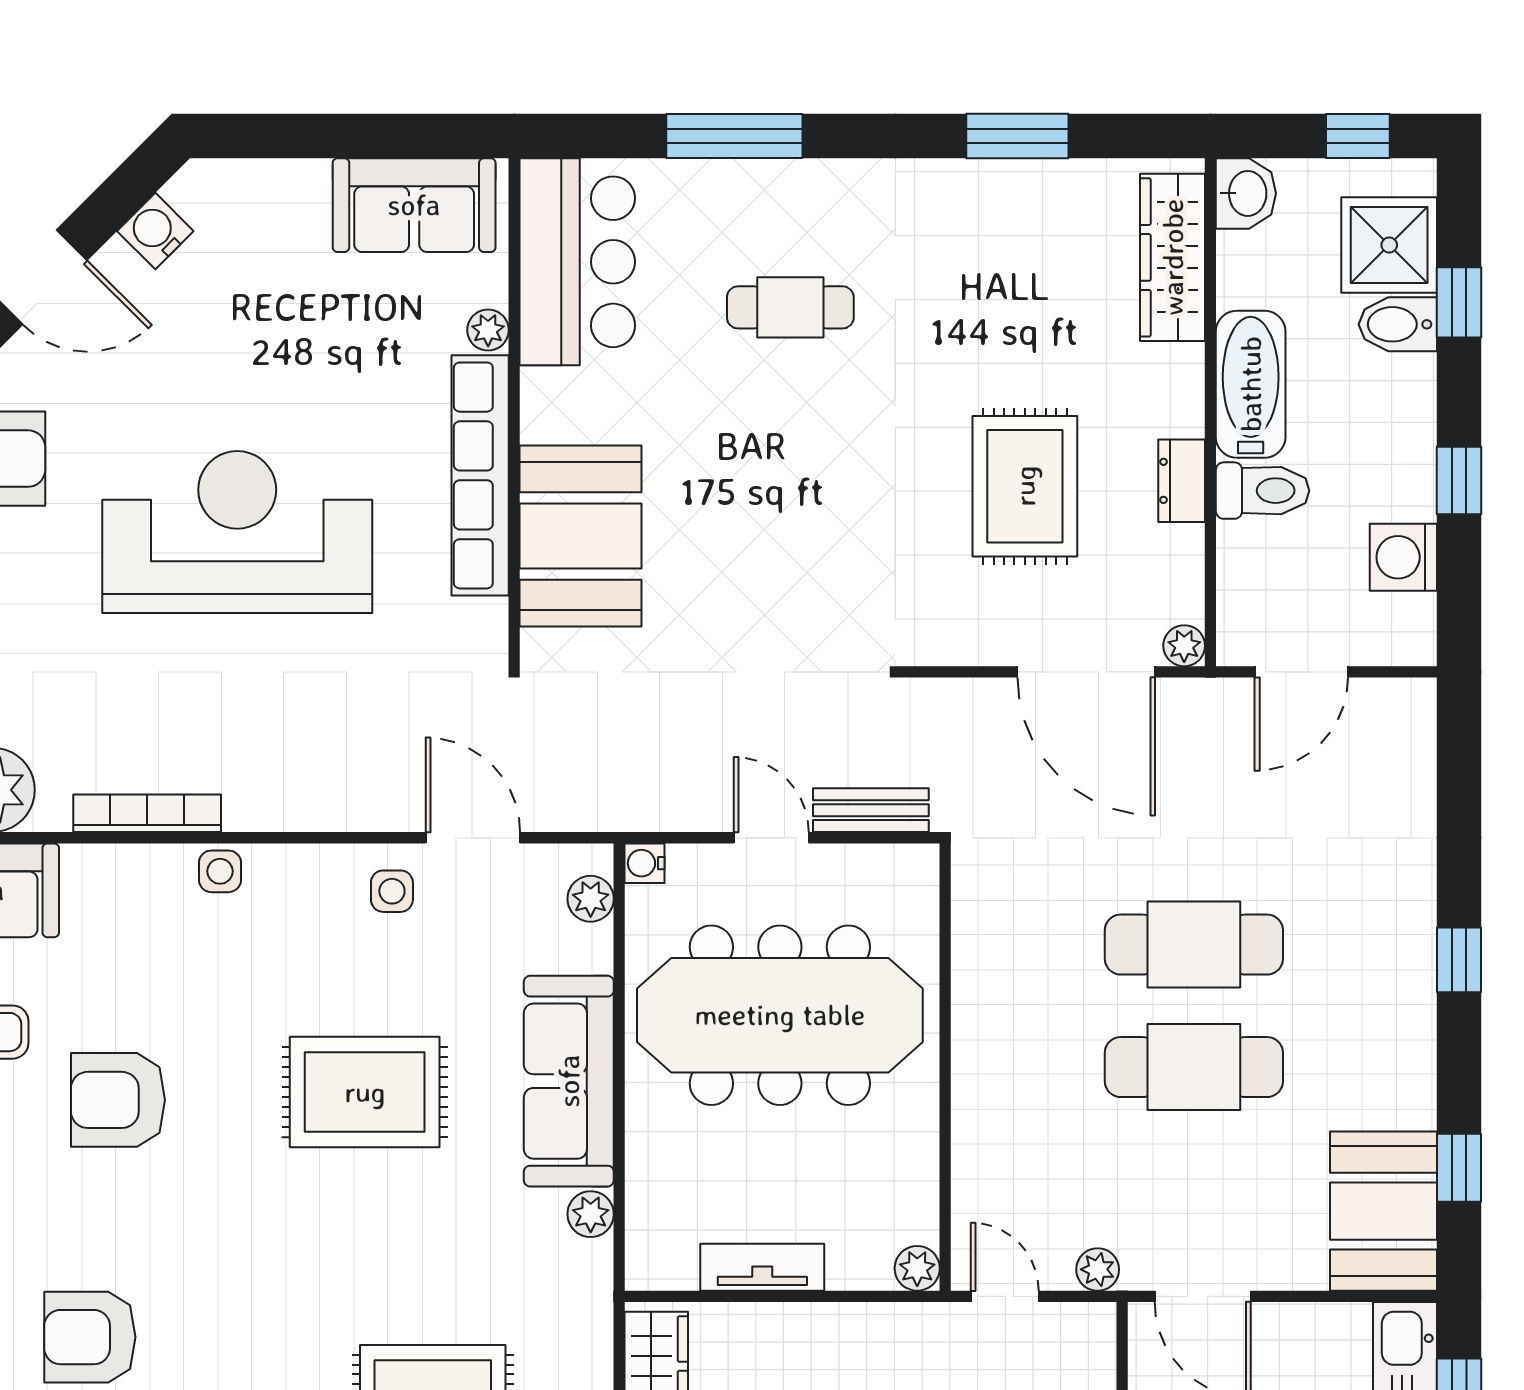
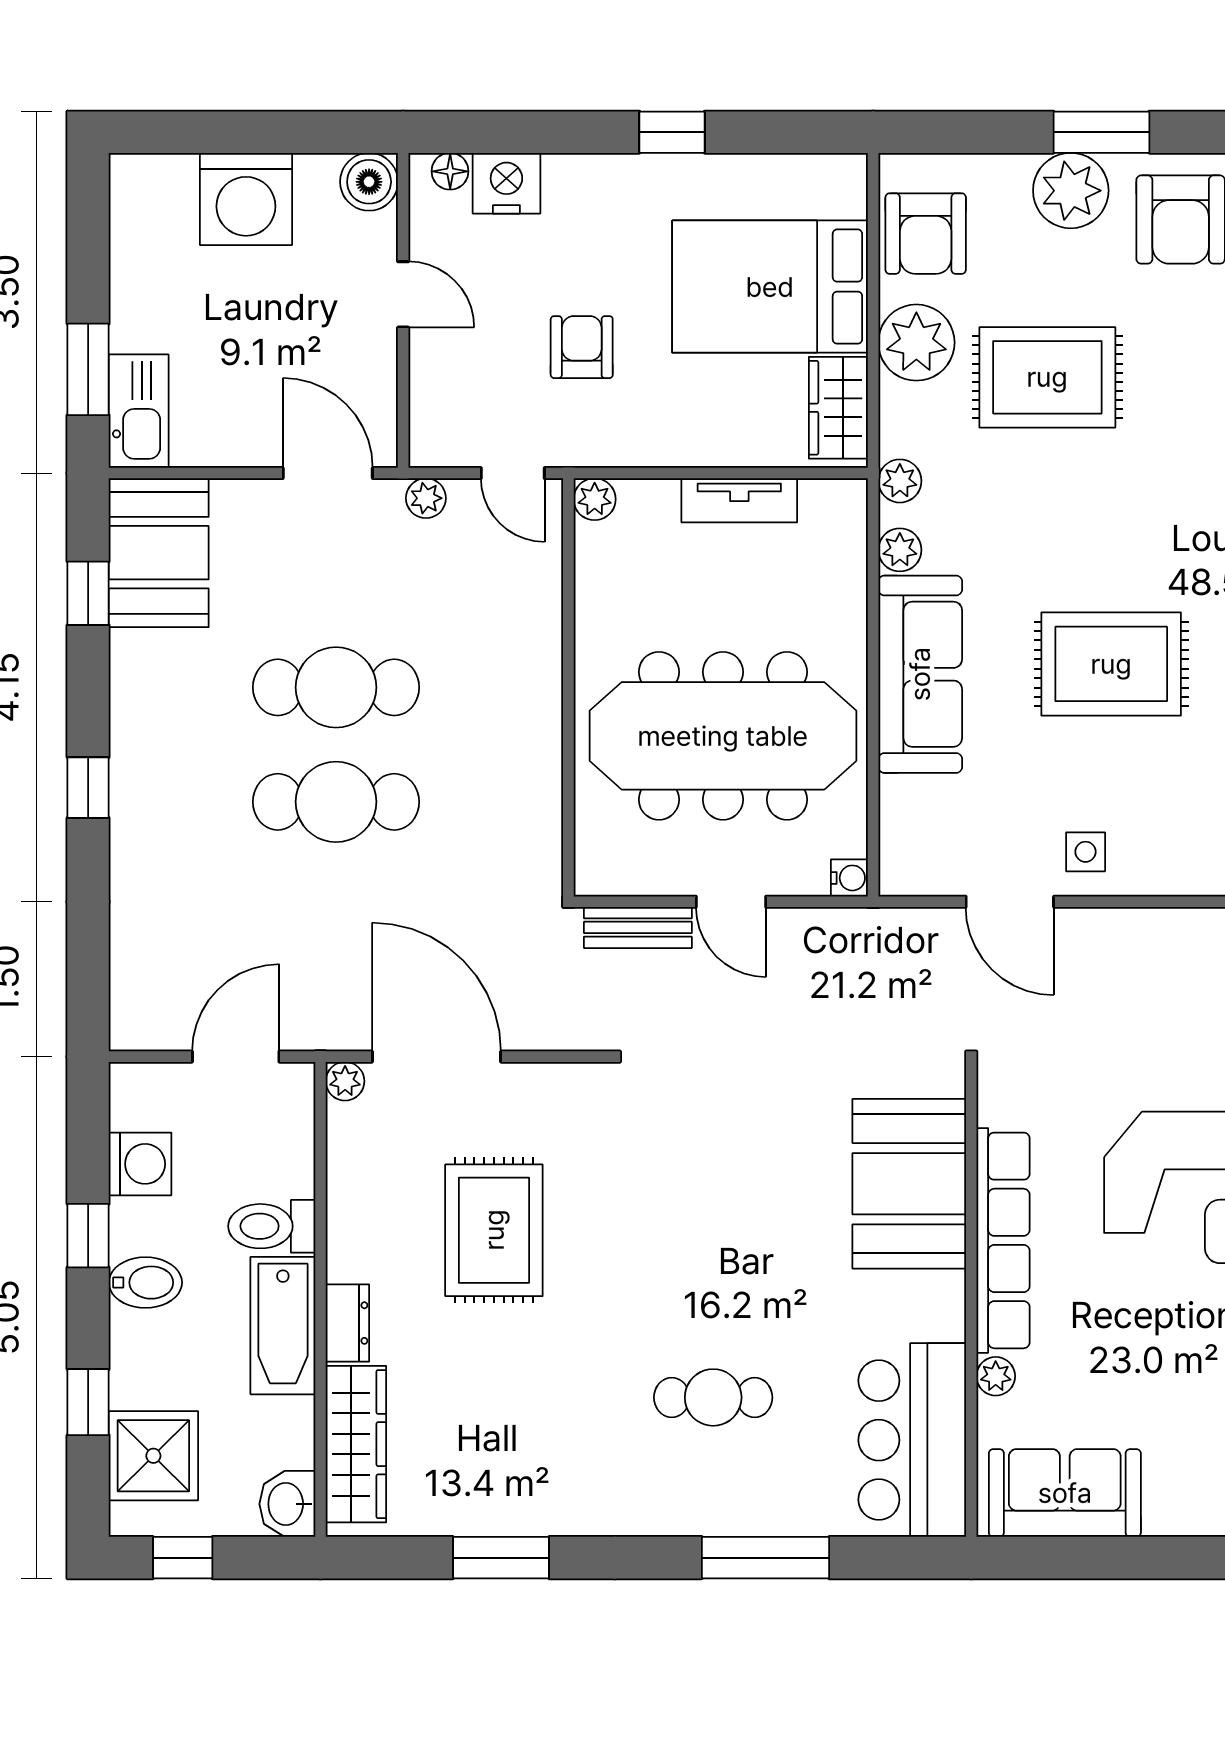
bidet: (1398, 324) -> (145, 1283), moved
dresser: (1182, 481) -> (347, 1323), moved
plant: (591, 899) -> (900, 481), moved

